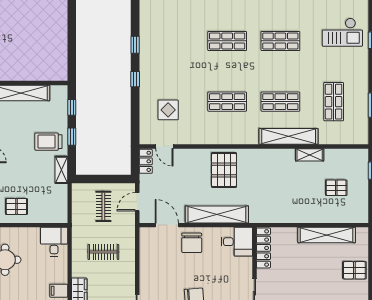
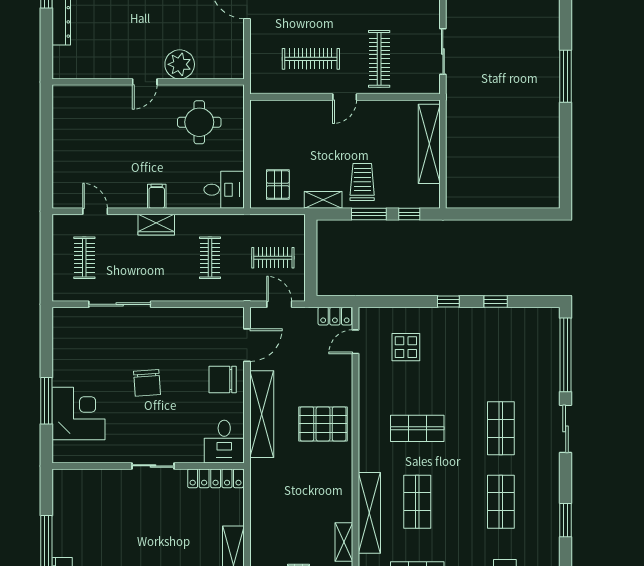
shop shelf: (227, 102) -> (417, 428), turned 90
window: (72, 137) -> (369, 214), width x1.50
pallet: (16, 206) -> (278, 184), moved

